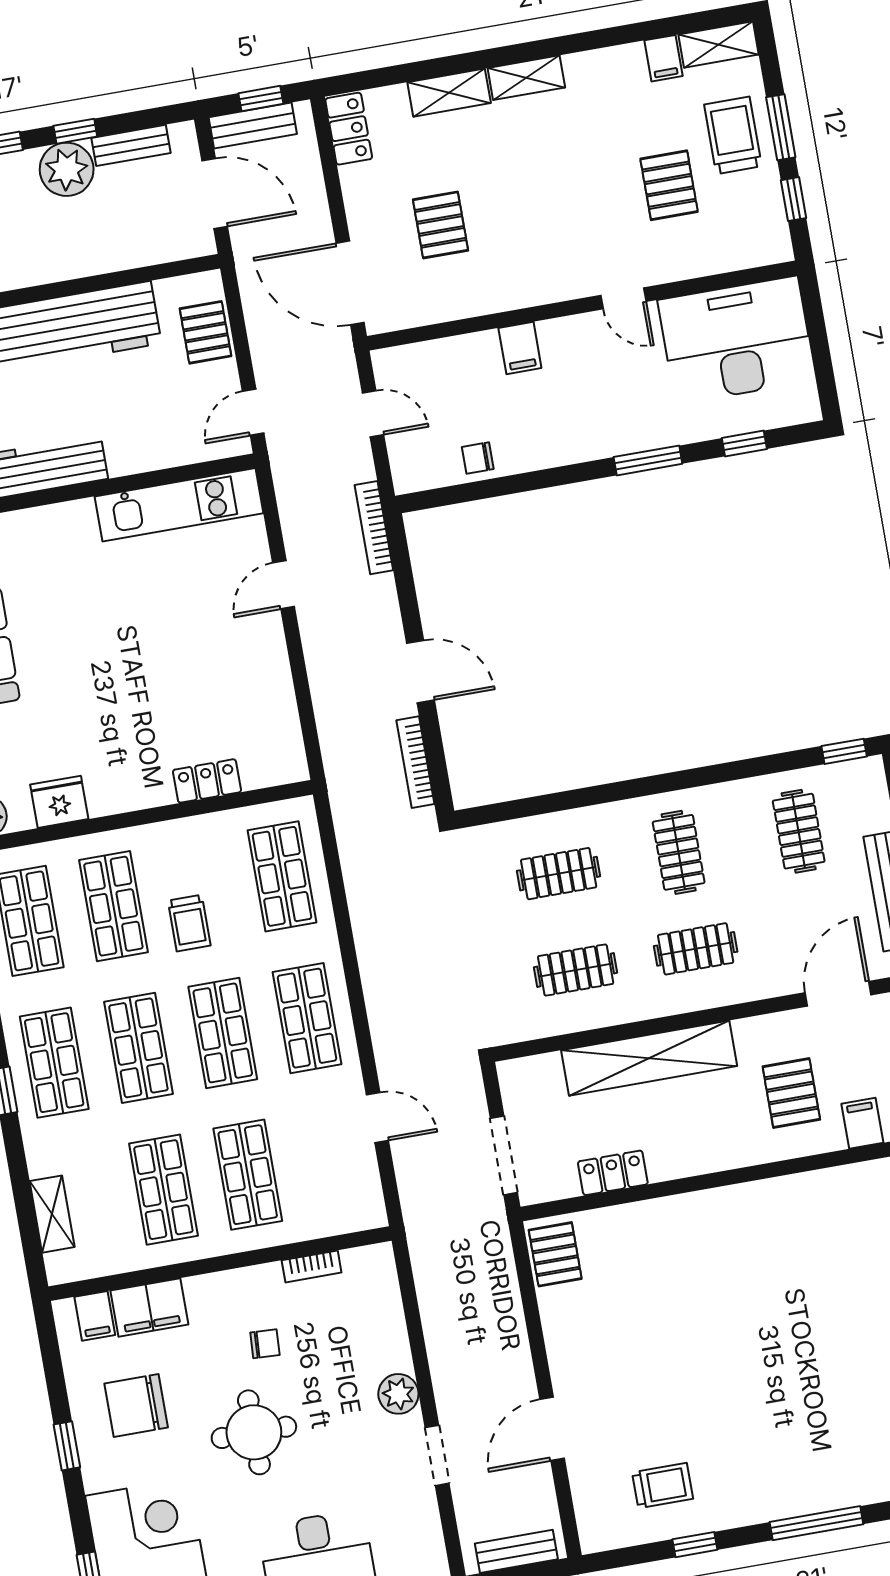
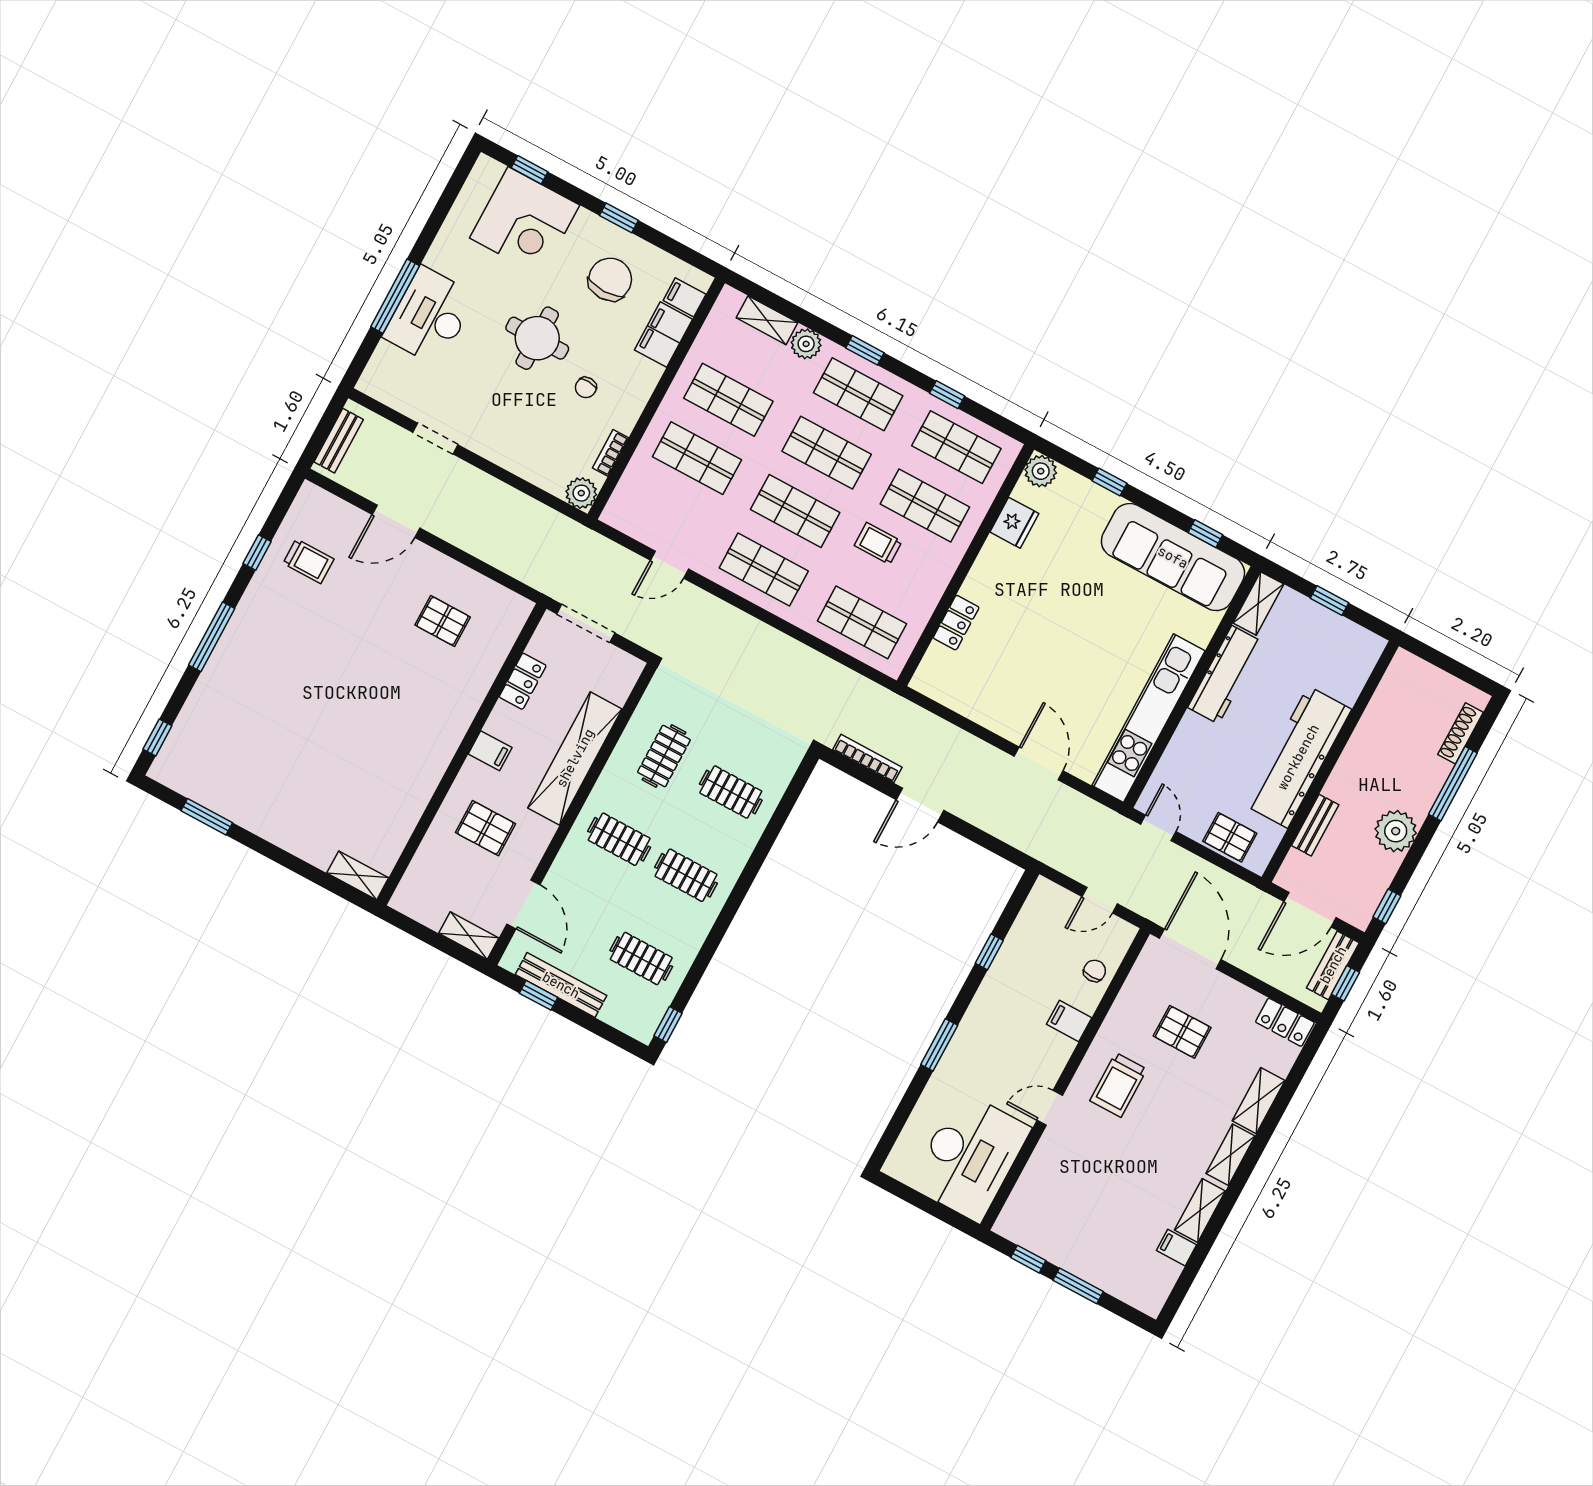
shelving: (718, 44) -> (1200, 1211), moved
window: (75, 131) -> (1387, 906), moved
trolley: (733, 135) -> (1118, 1085), moved, turned 90
bench: (131, 145) -> (1315, 825), moved
pallet: (669, 185) -> (1097, 1190), removed
door: (350, 283) -> (1190, 949), hinge flipped
window: (744, 443) -> (989, 952), moved
chair: (478, 458) -> (1095, 971), moved
kitchen unit: (179, 505) -> (1148, 718), width x1.36
bookcase: (374, 528) -> (1030, 846), removed
door: (284, 585) -> (1039, 763), width x1.38
clothes rail: (559, 874) -> (731, 792), turned 90
clothes rail: (696, 949) -> (619, 839), turned 90
filing cabinet: (862, 1123) -> (490, 751), moved
plant: (45, 1156) -> (806, 344), added
pallet: (555, 1254) -> (443, 621), moved
plant: (398, 1394) -> (581, 493), moved
door: (552, 1429) -> (396, 521), swing flipped
trolley: (663, 1486) -> (308, 561), turned -90

